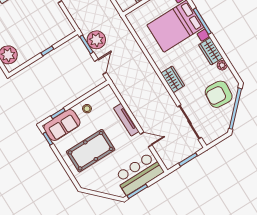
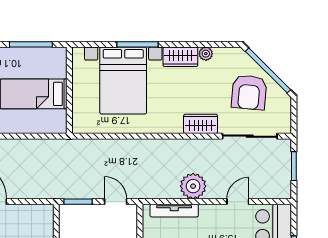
plant: (96, 40) -> (193, 186), moved
wardrobe: (173, 79) -> (201, 124), moved
armchair: (219, 94) -> (249, 92), moved
tv unit: (126, 120) -> (174, 211), moved

